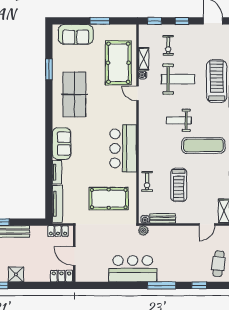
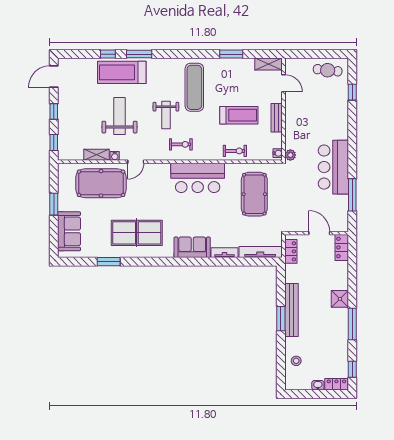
exercise bike: (168, 45) -> (181, 144), moved
bench: (163, 218) -> (277, 118), moved
door: (74, 256) -> (319, 233), swing flipped
window: (162, 285) -> (352, 195), moved

